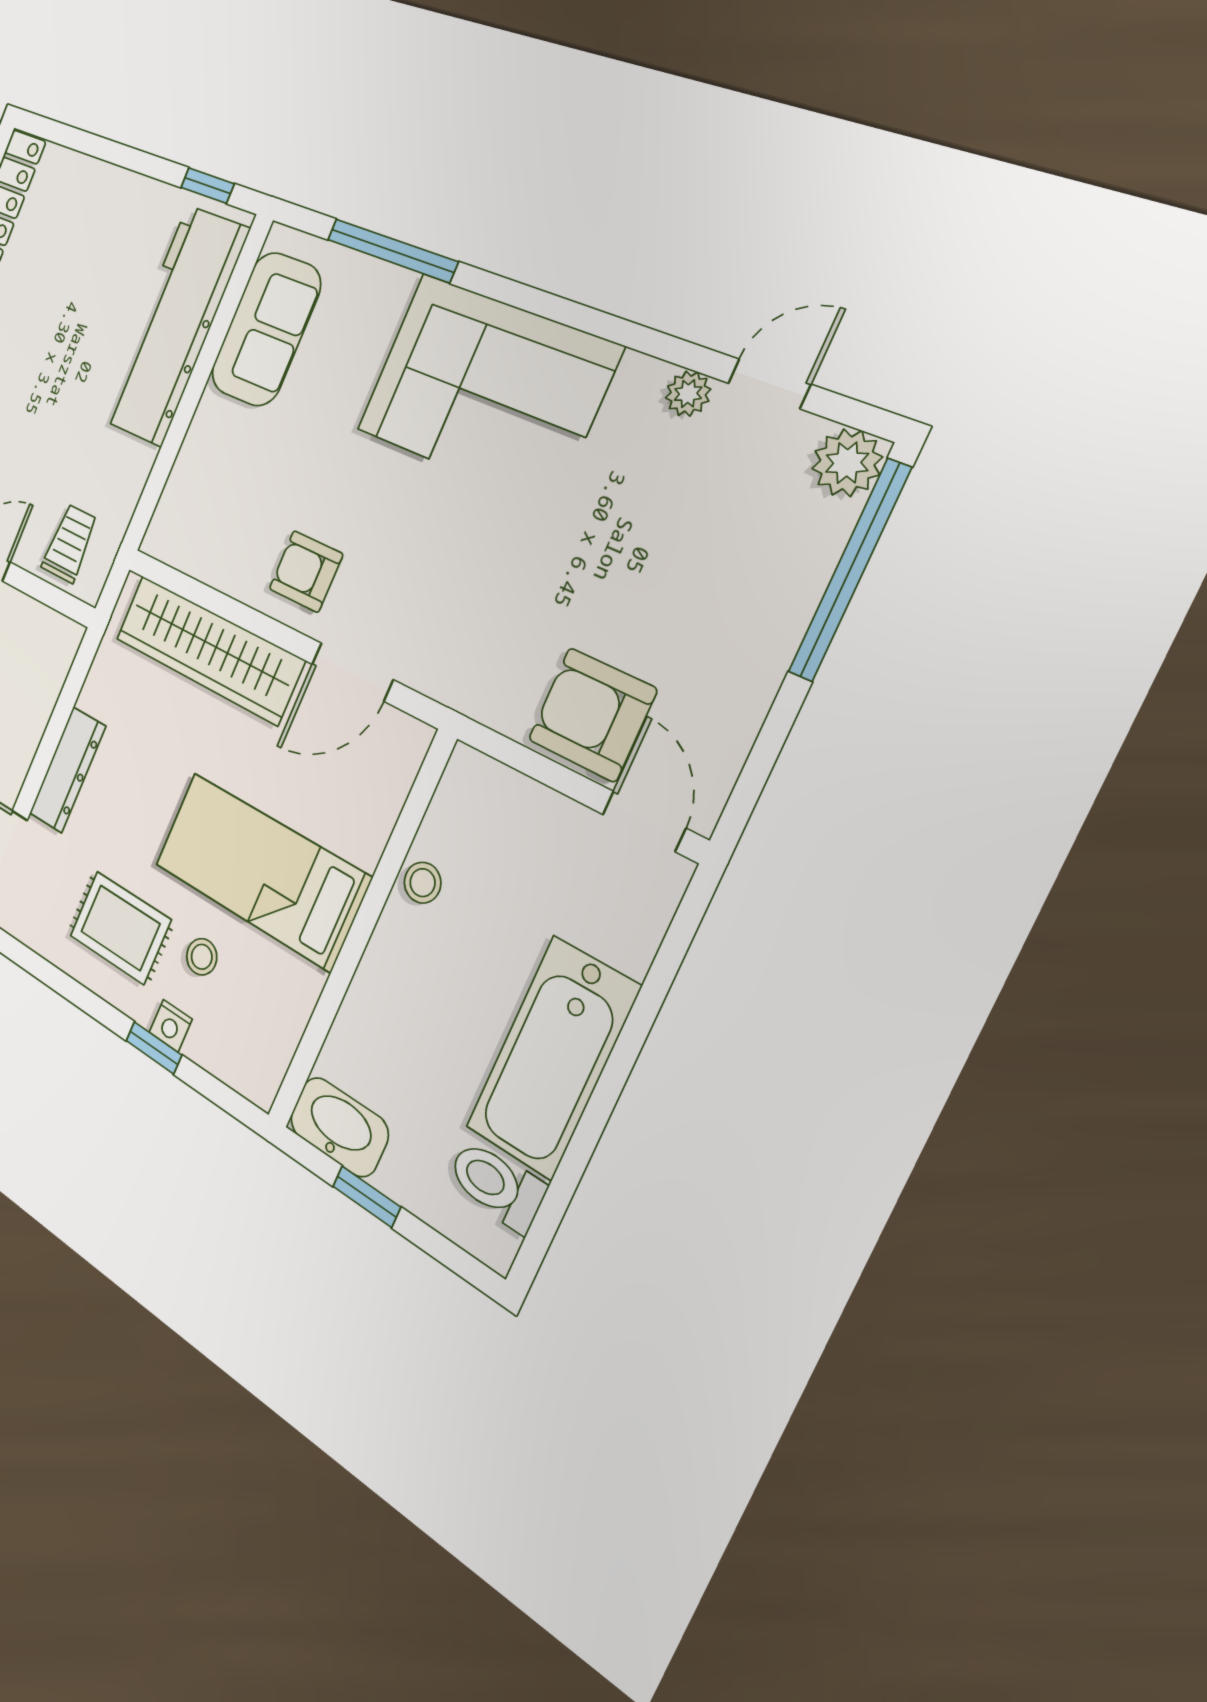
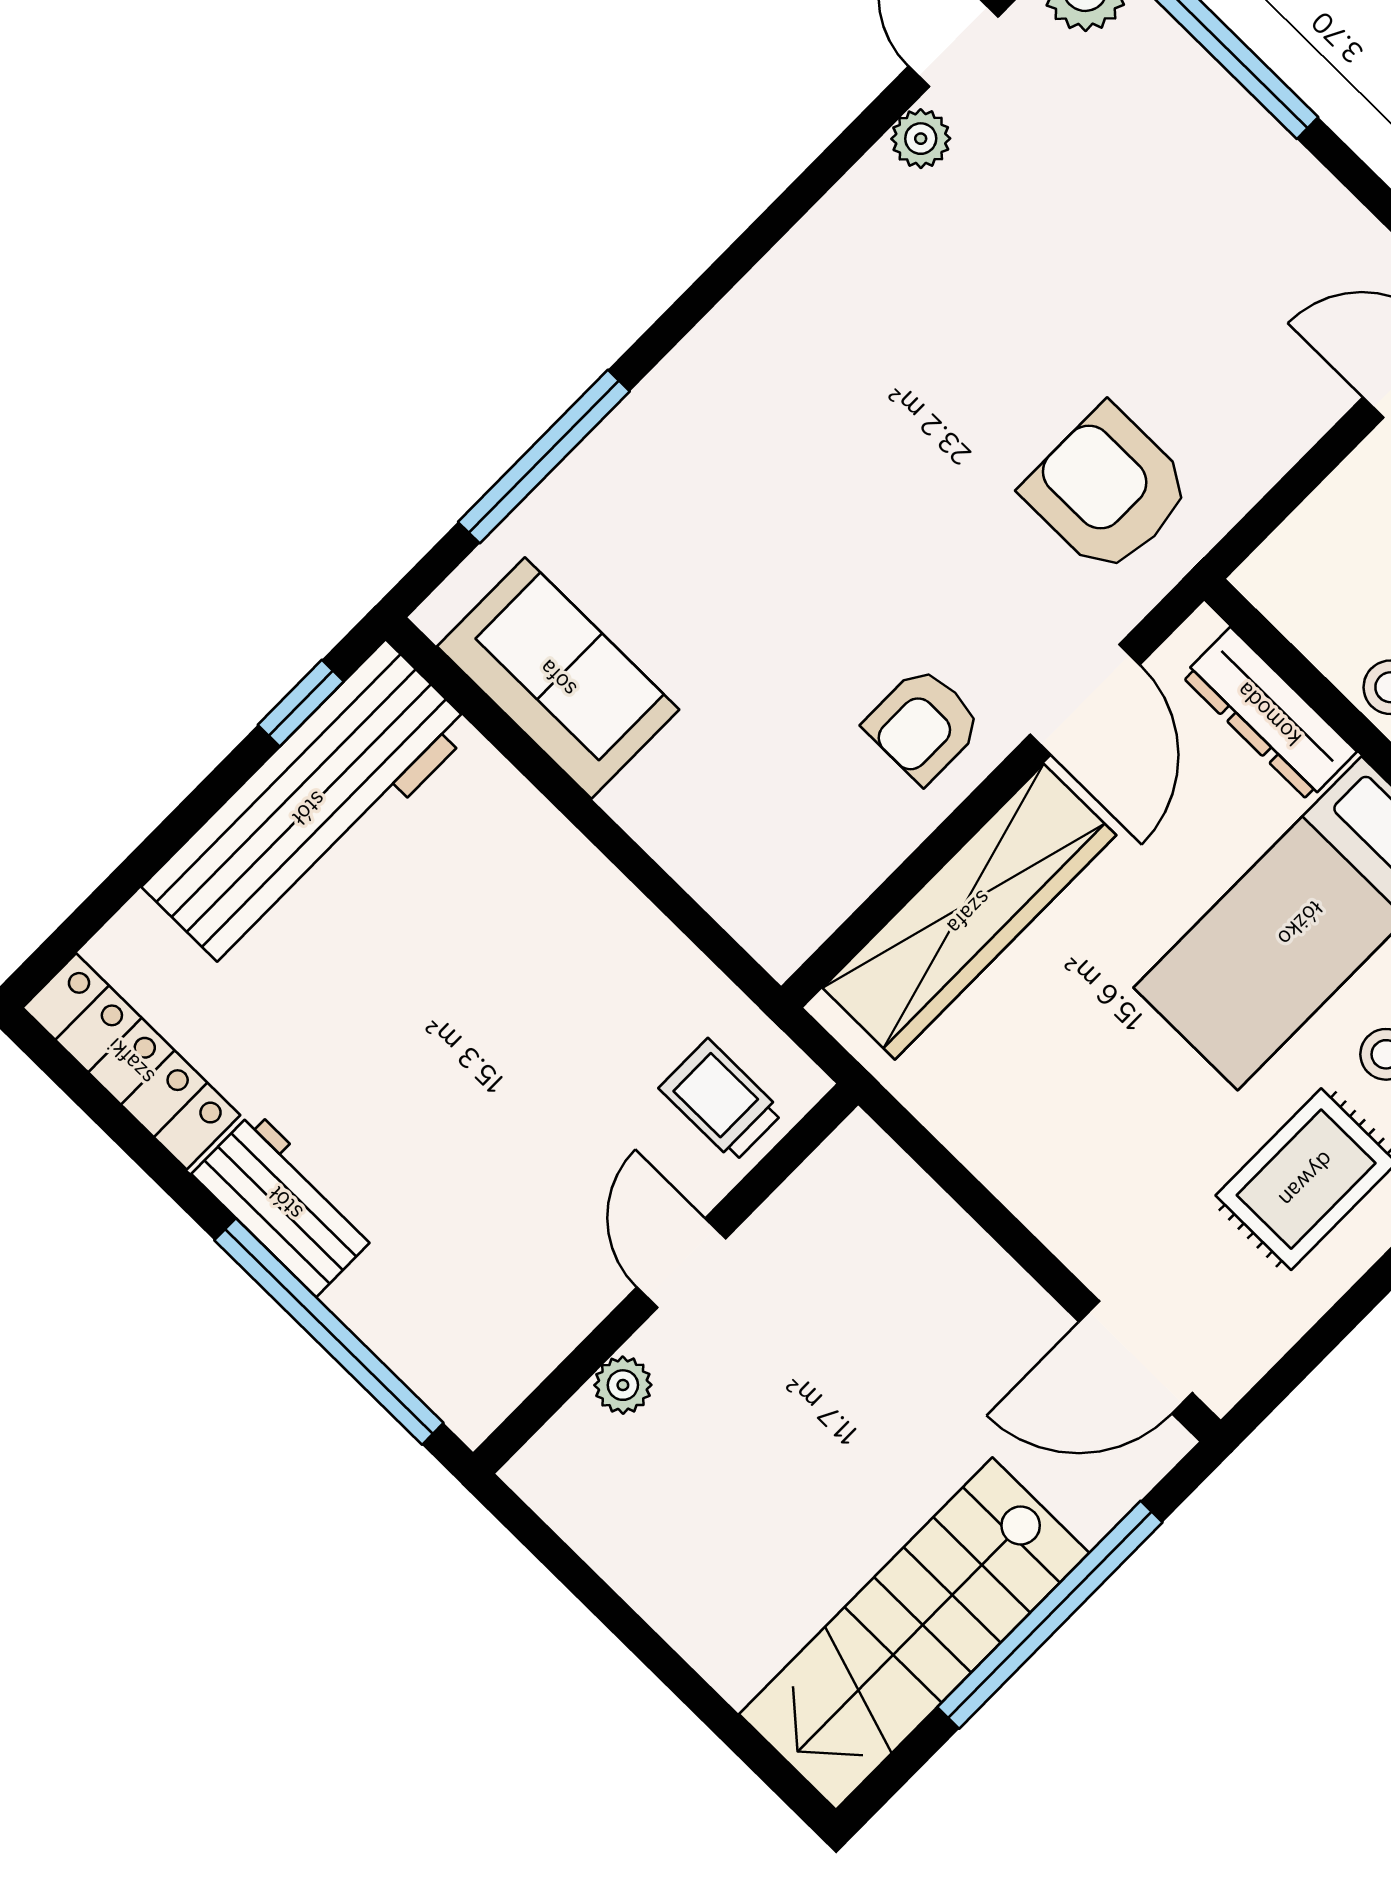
workbench: (174, 326) -> (309, 808), moved, turned -90
corner sofa: (486, 389) -> (795, 389), removed
armchair: (592, 715) -> (1108, 490), moved, turned 90
dresser: (67, 770) -> (1269, 714), moved, turned 180

